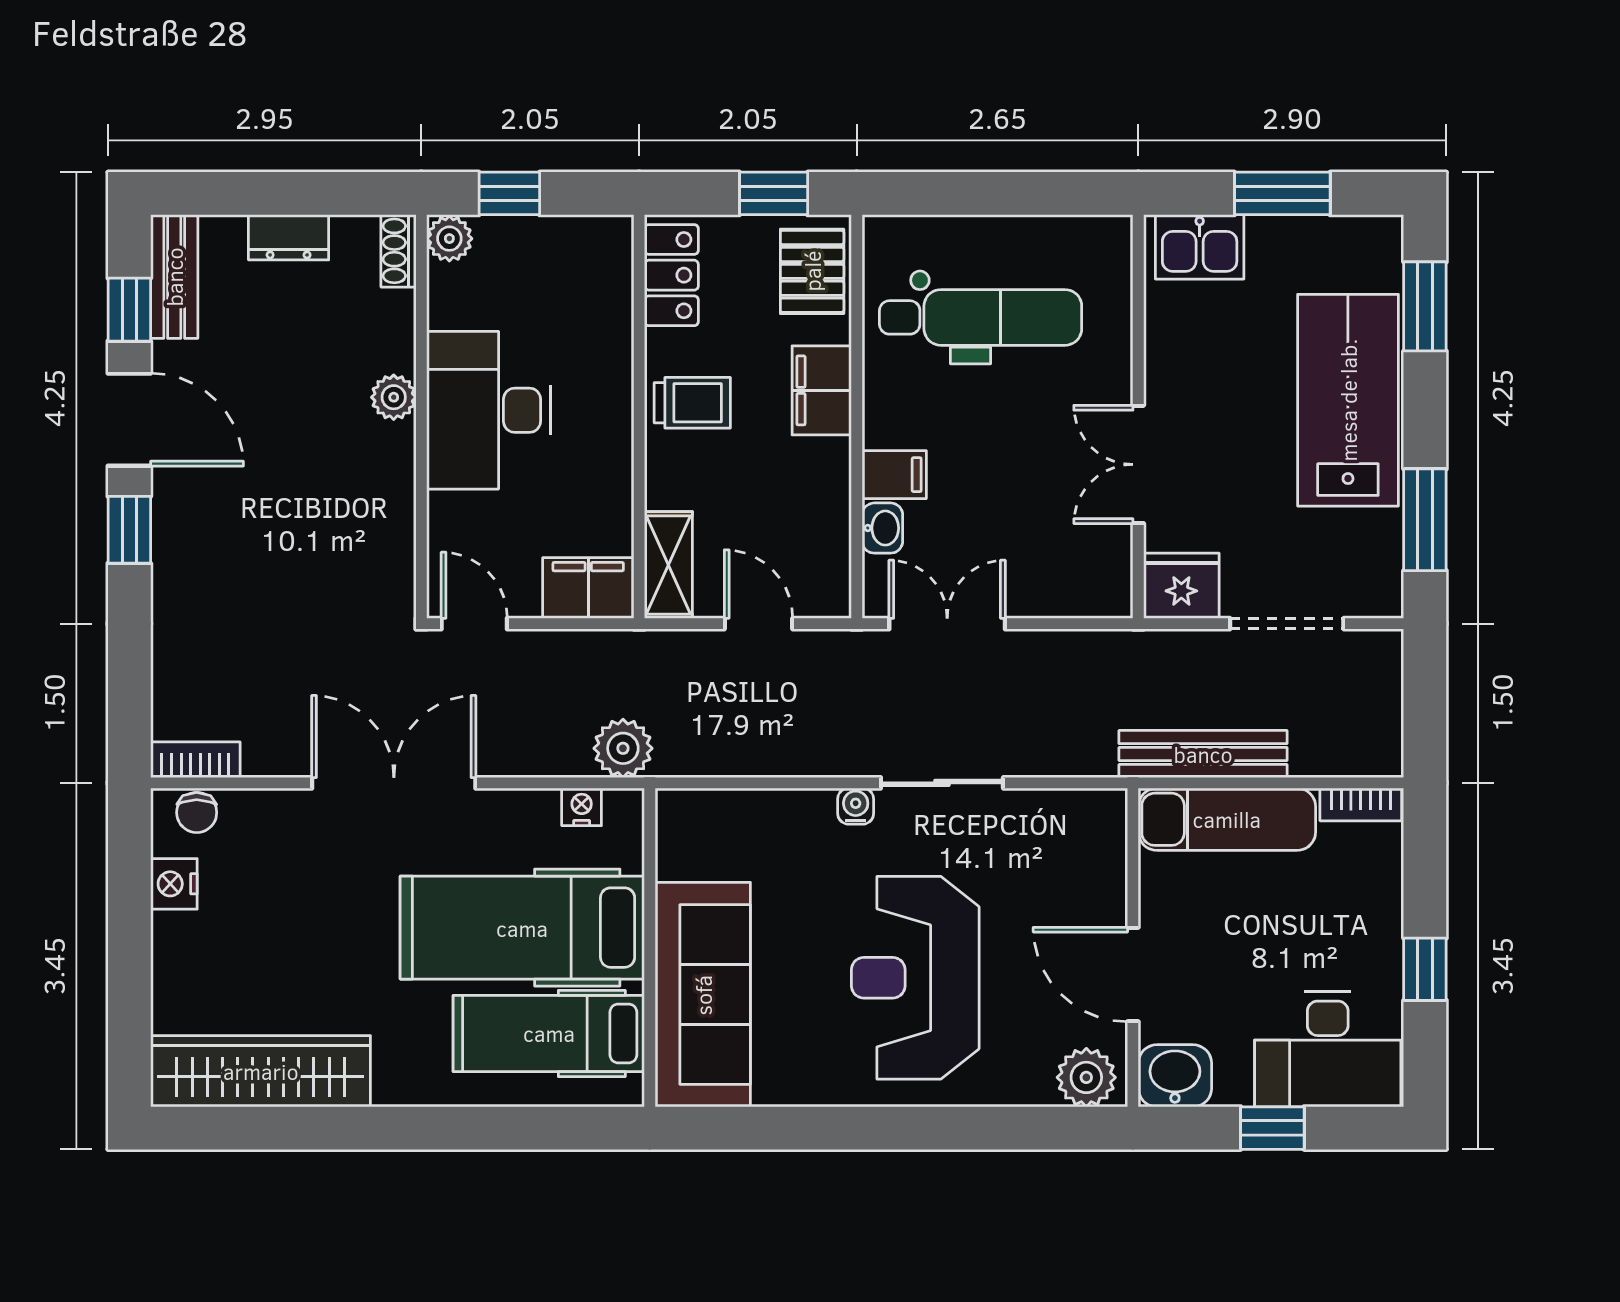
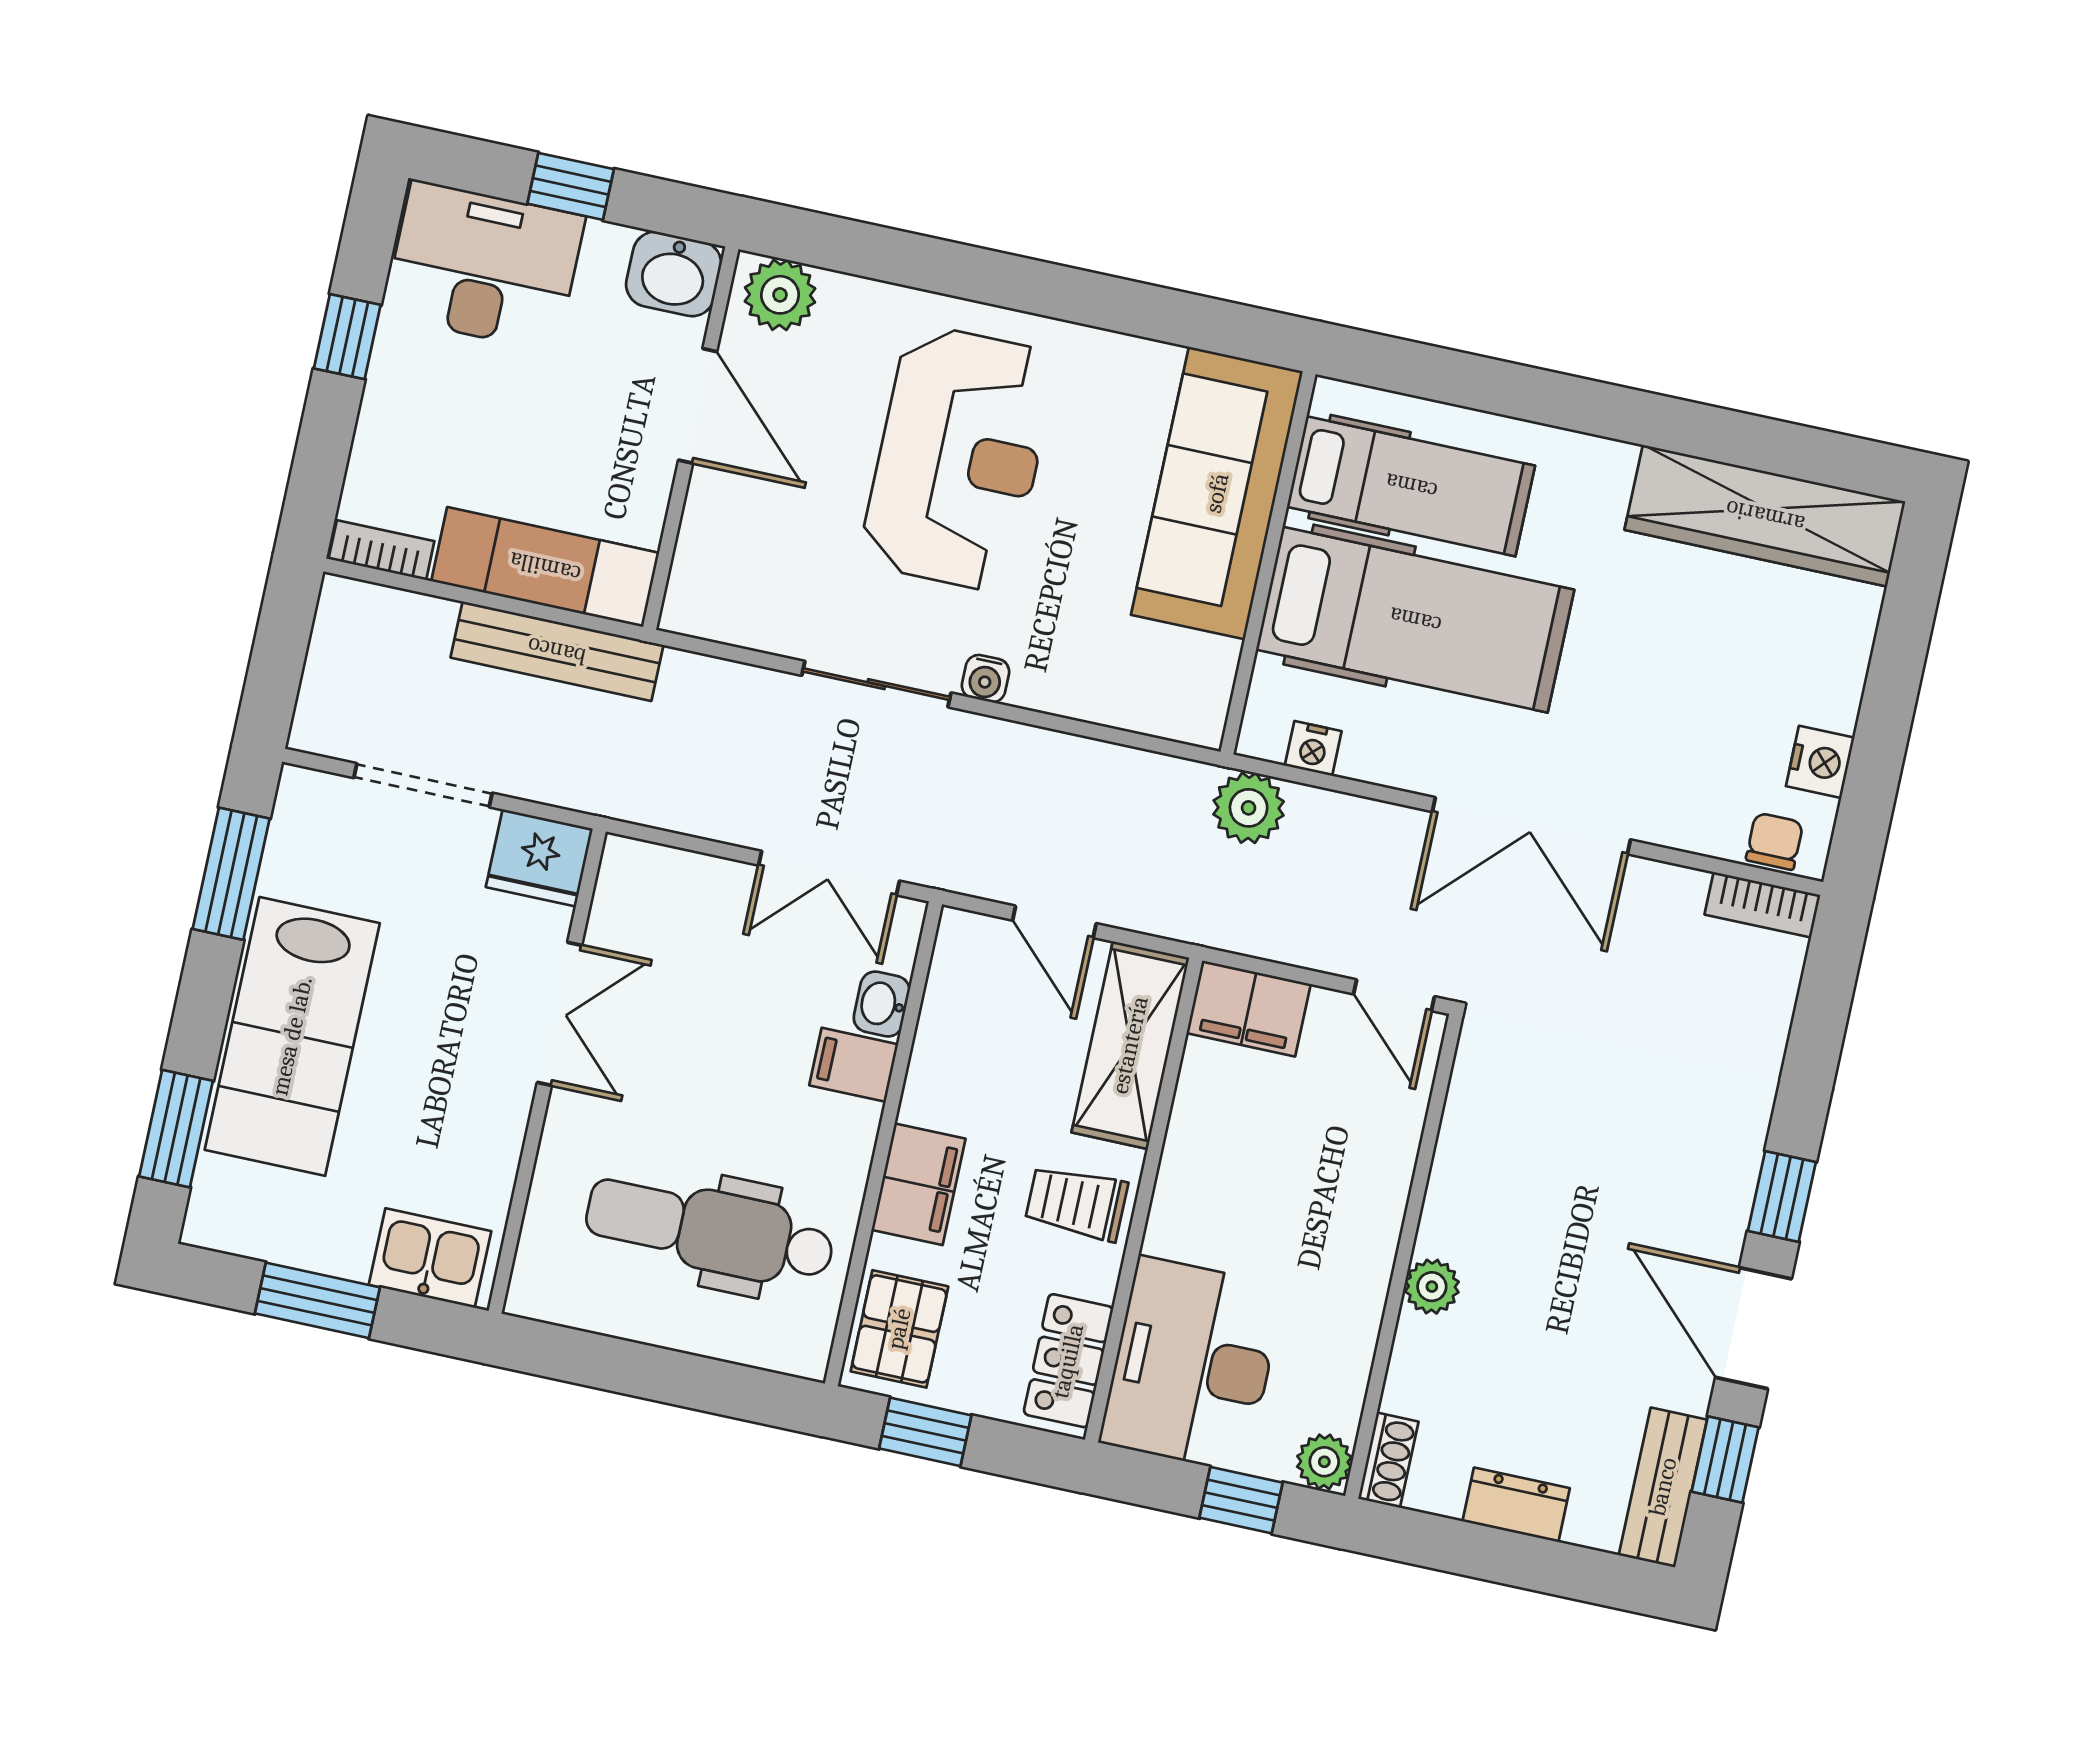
desk: (489, 410) -> (1192, 1364), moved, turned 180
shelving: (668, 565) -> (1130, 1045), width x1.50, depth x1.33

